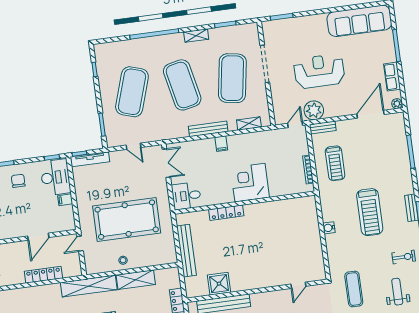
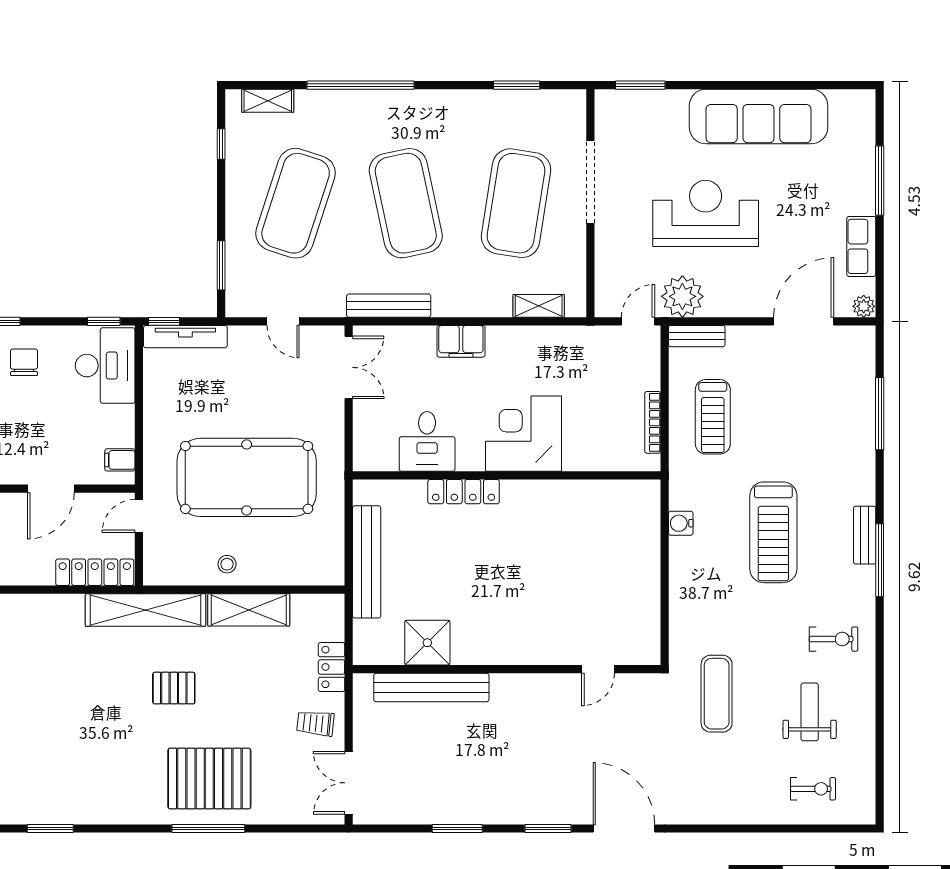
sofa: (359, 21) -> (759, 116), moved
shelving: (196, 36) -> (268, 101), moved
bench: (208, 129) -> (389, 306), moved
filing cabinet: (221, 144) -> (461, 341), width x2.00
desk: (186, 196) -> (427, 441), moved, turned -90
filing cabinet: (65, 200) -> (120, 460), moved
water cooler: (329, 228) -> (681, 523), moved
locker: (43, 275) -> (95, 572), moved

